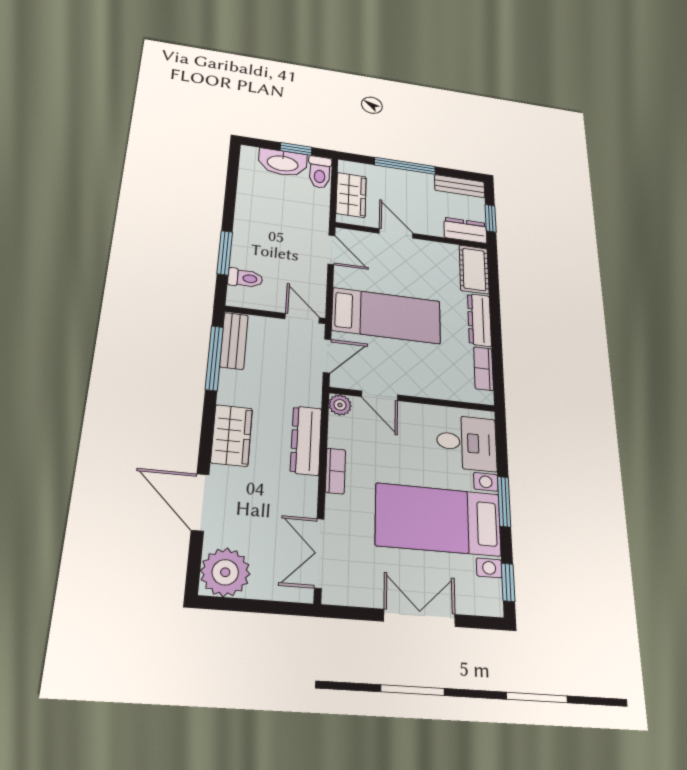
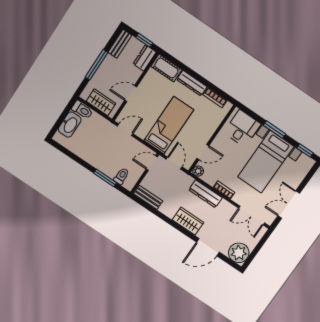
window: (296, 149) -> (65, 114), removed
window: (214, 358) -> (152, 209), removed
double door: (420, 618) -> (289, 205), moved

